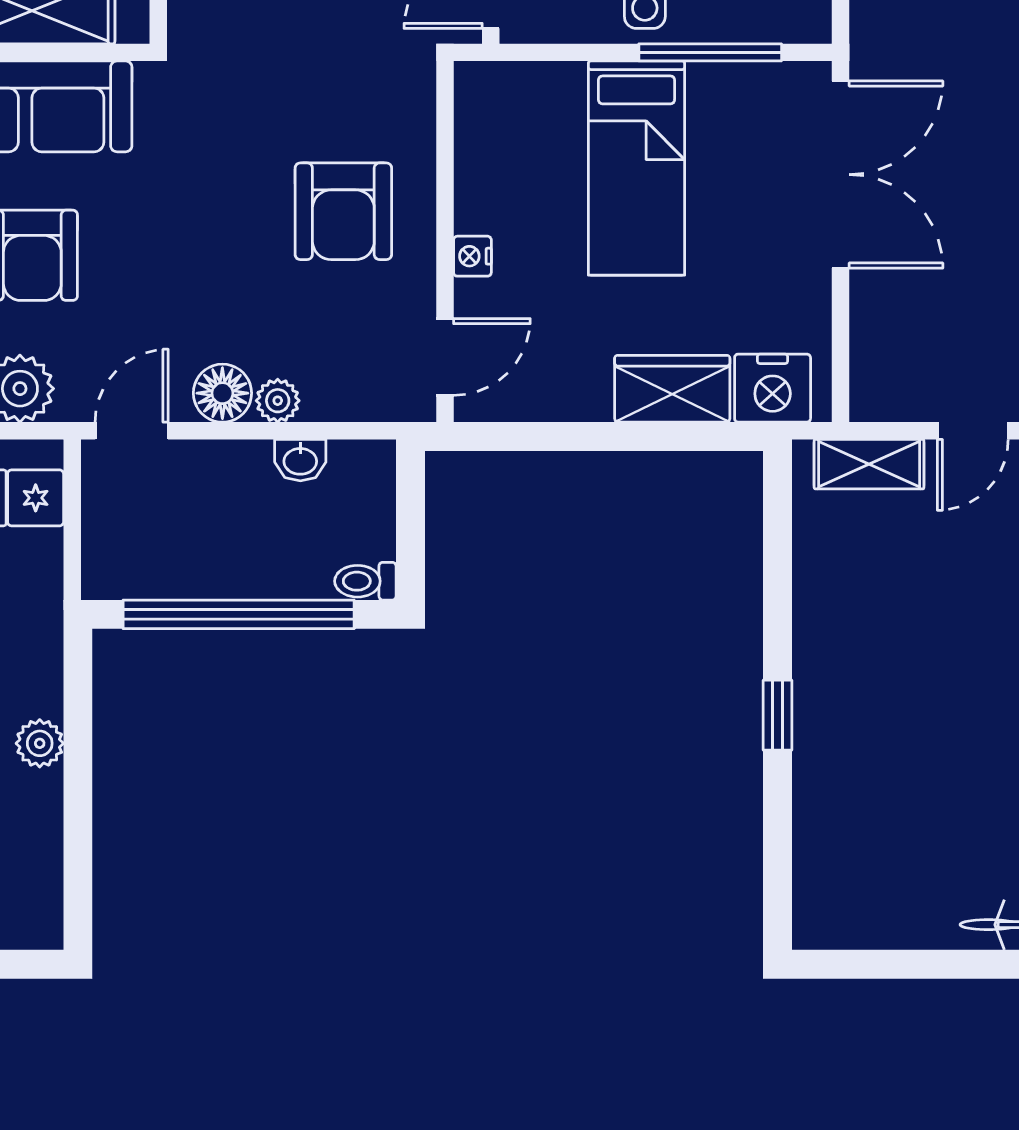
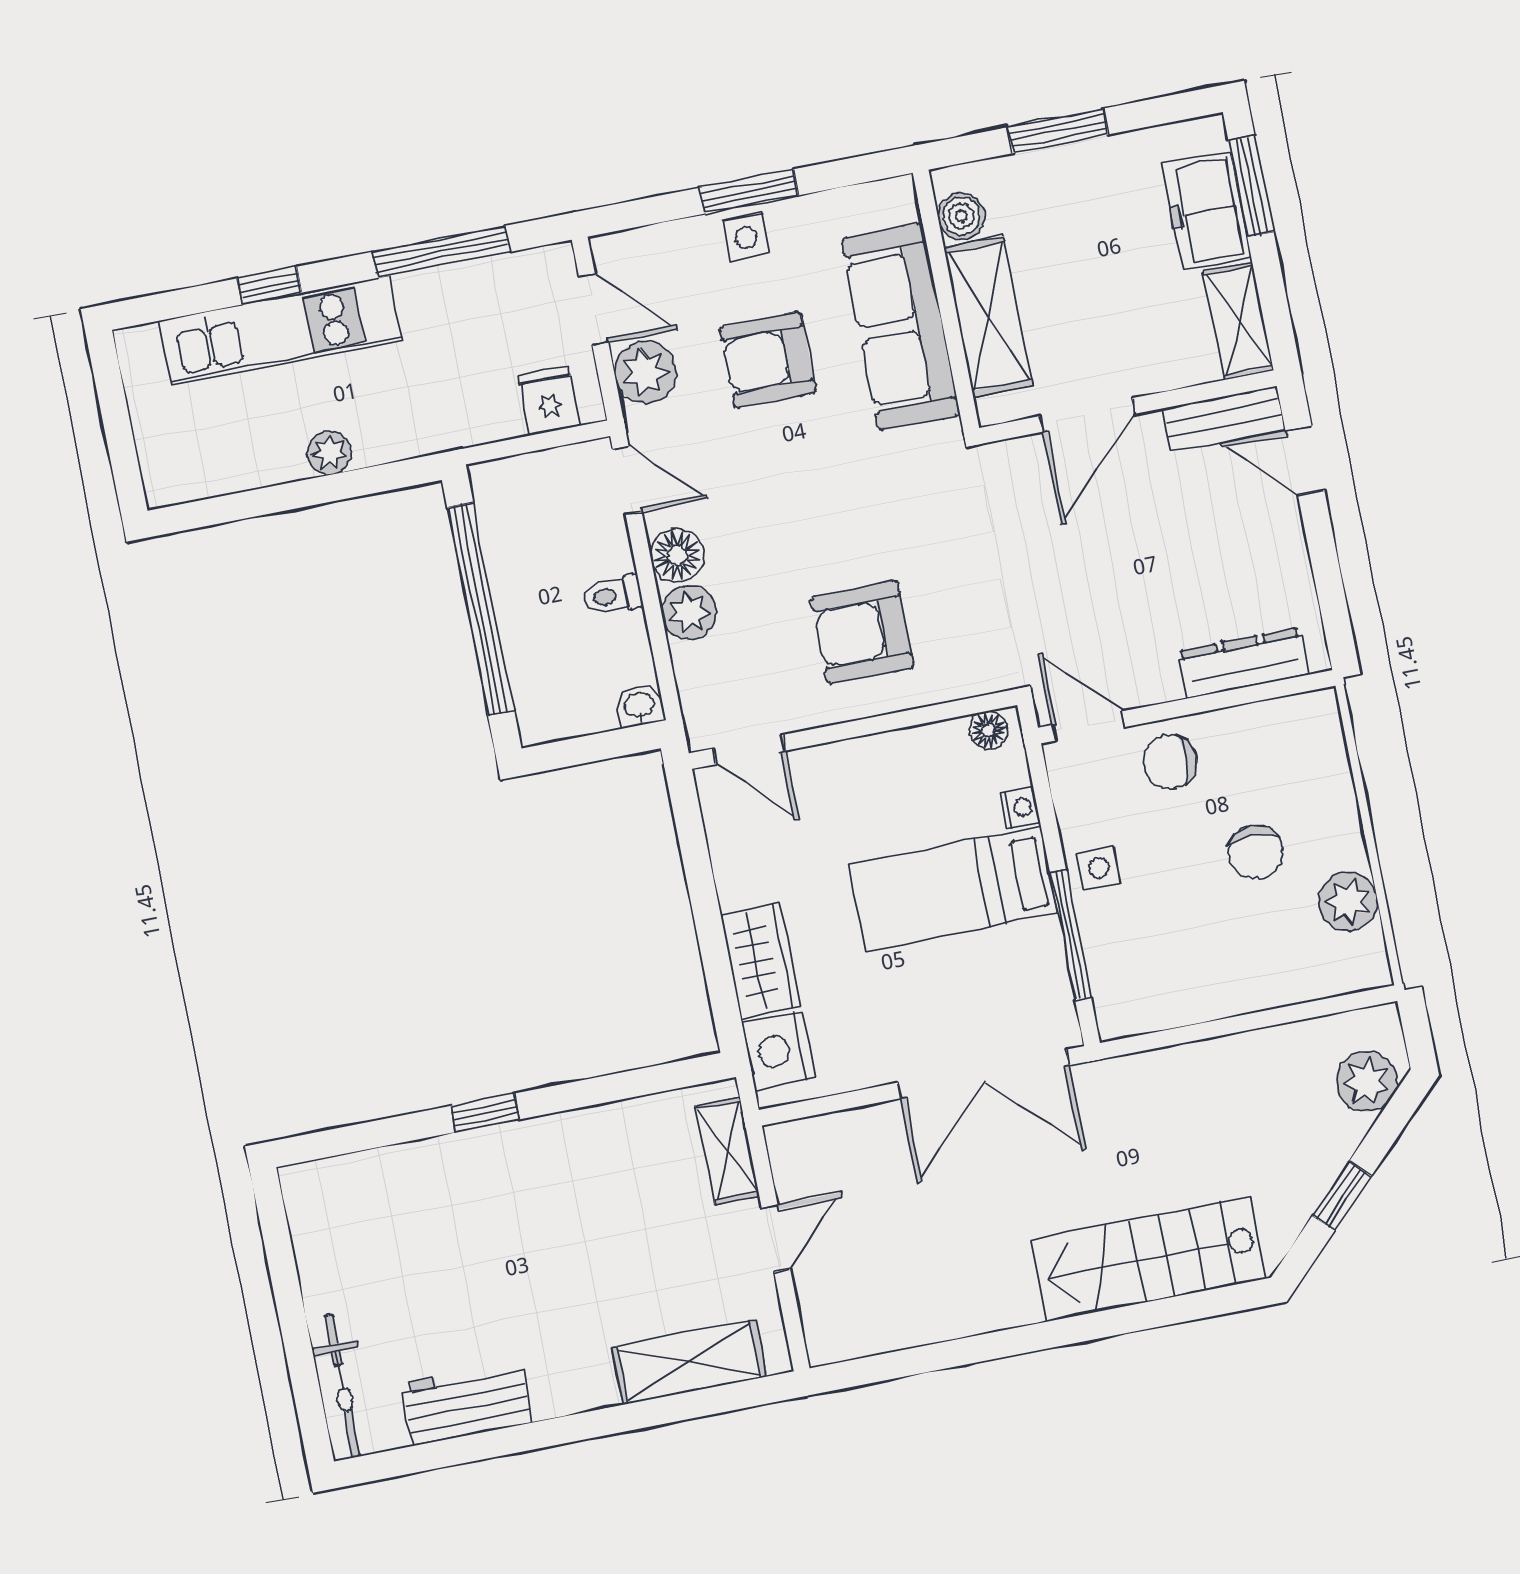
floor lamp: (474, 97) -> (988, 730), added
nightstand: (472, 256) -> (1020, 808), moved, turned 90
plant: (278, 401) -> (689, 613), width x1.38, depth x1.38
door: (973, 431) -> (776, 1238), swing flipped
washbasin: (300, 460) -> (639, 706), moved, turned 90
toilet: (365, 581) -> (613, 595), moved, turned -90

